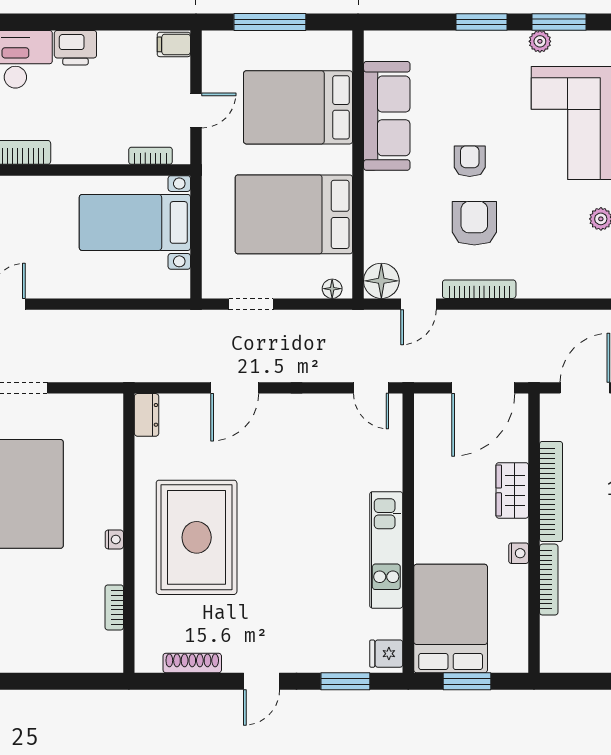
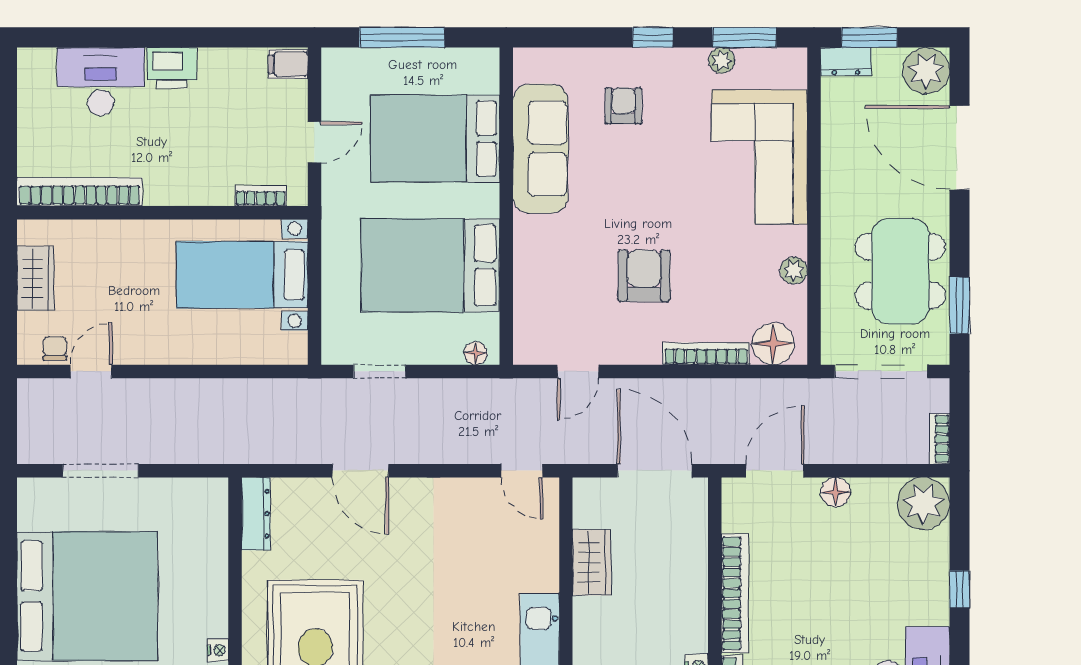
window: (482, 22) -> (653, 37), width x0.67
armchair: (470, 161) -> (623, 106), moved
floor lamp: (381, 281) -> (773, 344), moved
bookcase: (479, 289) -> (706, 354), moved
door: (235, 388) -> (360, 471), hinge flipped
door: (483, 388) -> (655, 471), swing flipped
dresser: (147, 415) -> (256, 514), width x1.44
wardrobe: (512, 490) -> (592, 562), moved, turned 180

